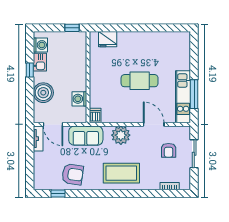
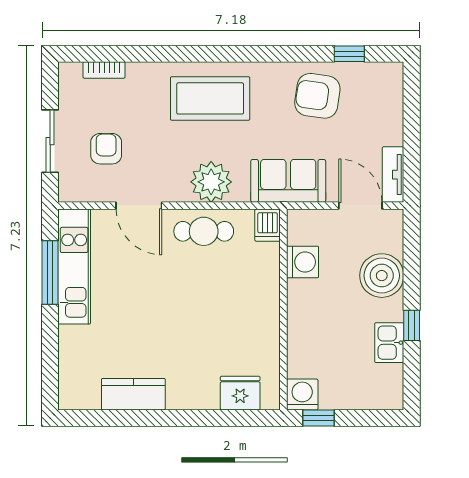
kitchen counter: (156, 39) -> (133, 394), added
washing machine: (40, 45) -> (302, 394), moved, turned 90
cafe table: (140, 81) -> (204, 231), moved, width x0.73, depth x0.74

